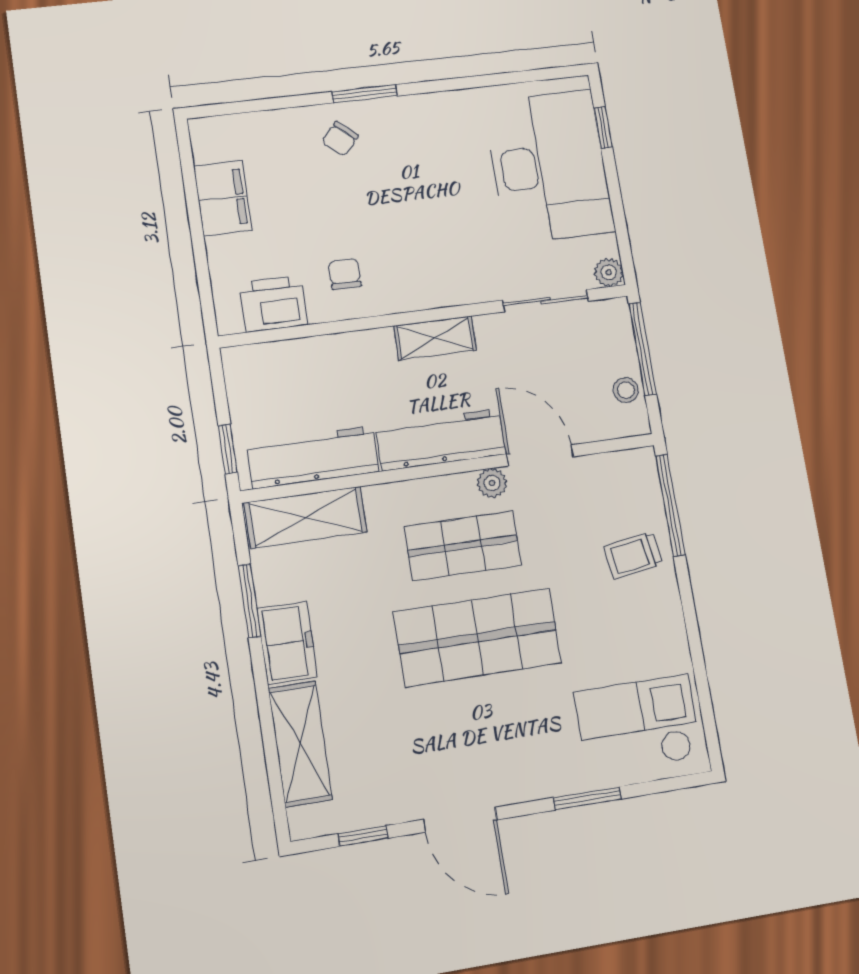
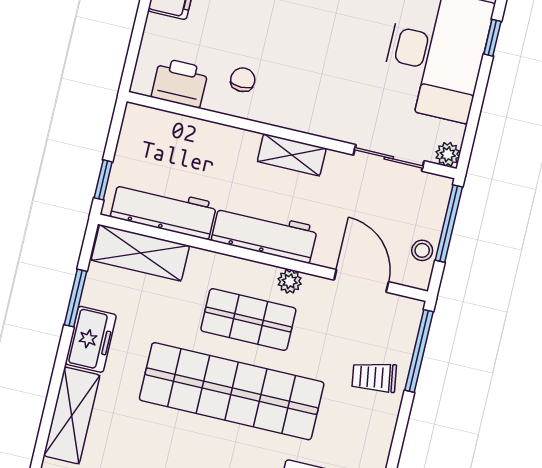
door: (540, 455) -> (361, 281), moved
shop shelf: (478, 638) -> (232, 391), width x1.40

